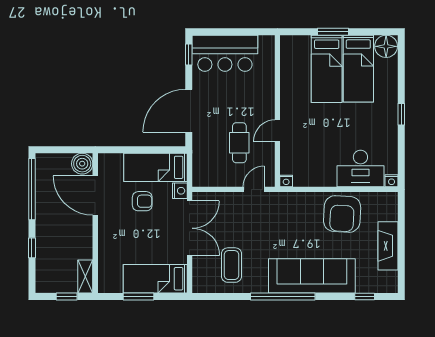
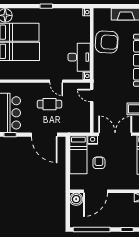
cafe table: (239, 143) -> (50, 104), moved
desk: (360, 168) -> (79, 57), moved

